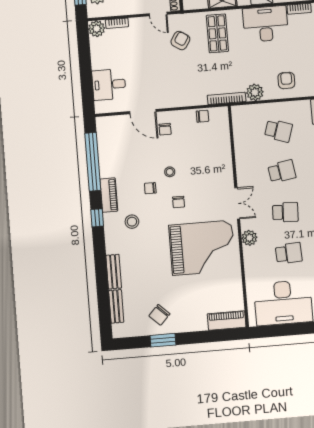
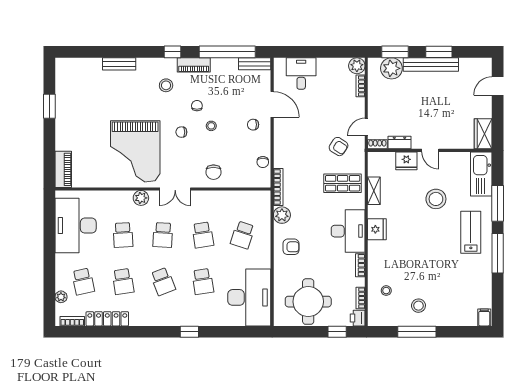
door: (143, 112) -> (272, 104), swing flipped
bench: (116, 306) -> (255, 64), moved
chair: (159, 315) -> (213, 172), moved, turned -134

